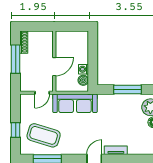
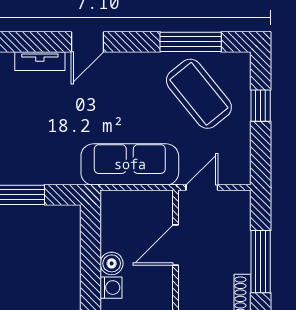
washing machine: (83, 69) -> (111, 288), moved
boiler: (83, 80) -> (112, 263), moved
coffee table: (44, 135) -> (199, 94), turned 34

